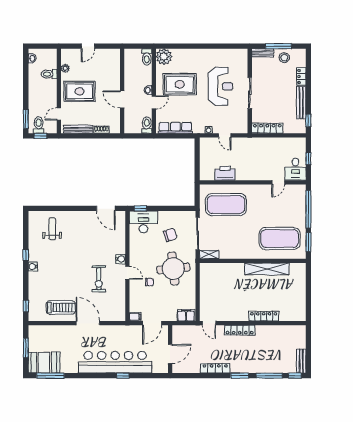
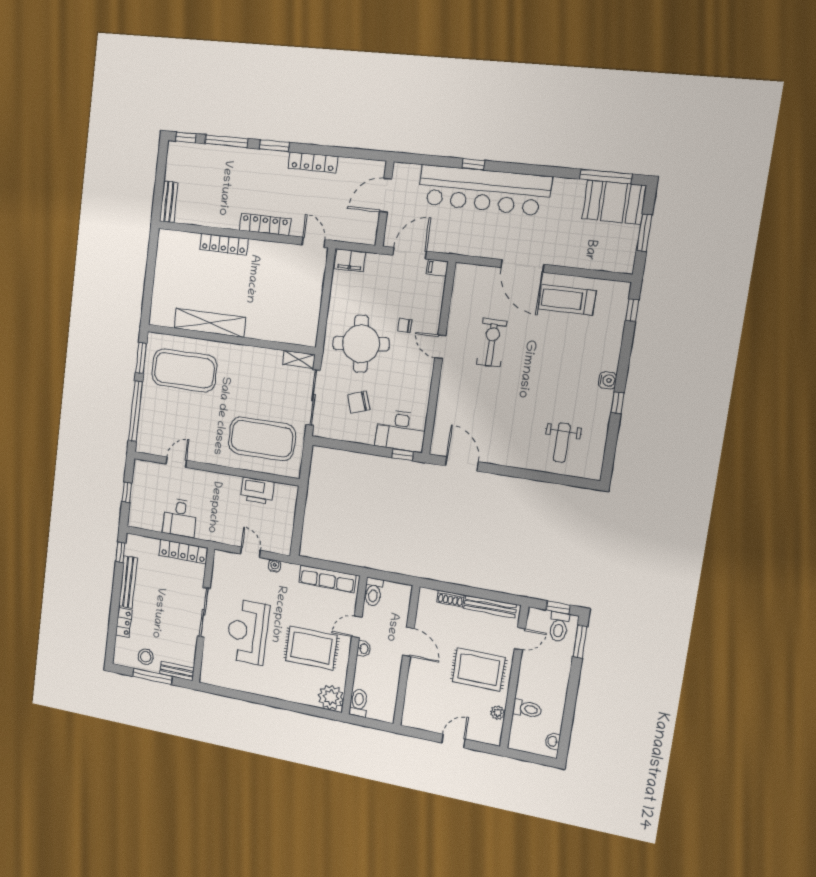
desk: (295, 169) -> (180, 518), moved, turned 180
water cooler: (120, 259) -> (449, 372), removed
bench: (301, 361) -> (169, 202), moved

